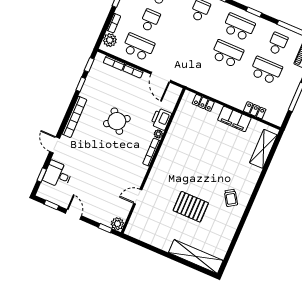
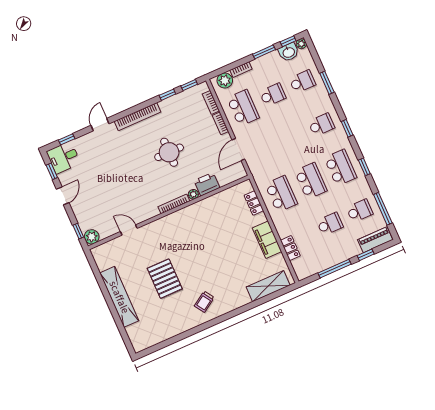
school desk: (266, 70) -> (330, 224), width x0.54
school desk: (216, 80) -> (281, 194), added
round table: (117, 121) -> (169, 152), turned 37
desk: (58, 175) -> (64, 157), moved, turned -90
shelving: (196, 257) -> (119, 297), moved

